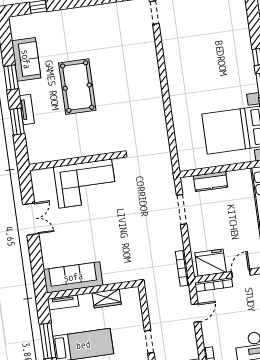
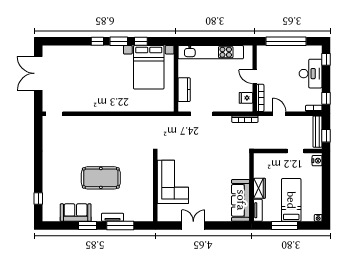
window: (17, 121) -> (120, 226), width x1.44
fridge: (211, 263) -> (246, 98), width x0.53, depth x0.75
wardrobe: (107, 298) -> (259, 188), moved

